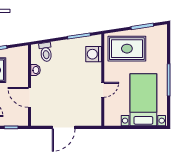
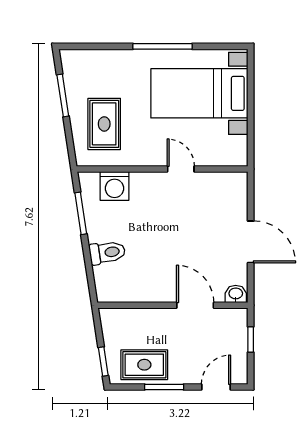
rug: (127, 49) -> (104, 124), width x0.73, depth x0.70
toilet: (46, 52) -> (107, 253), moved
washbasin: (36, 70) -> (236, 294), moved
door: (30, 97) -> (195, 305), swing flipped

